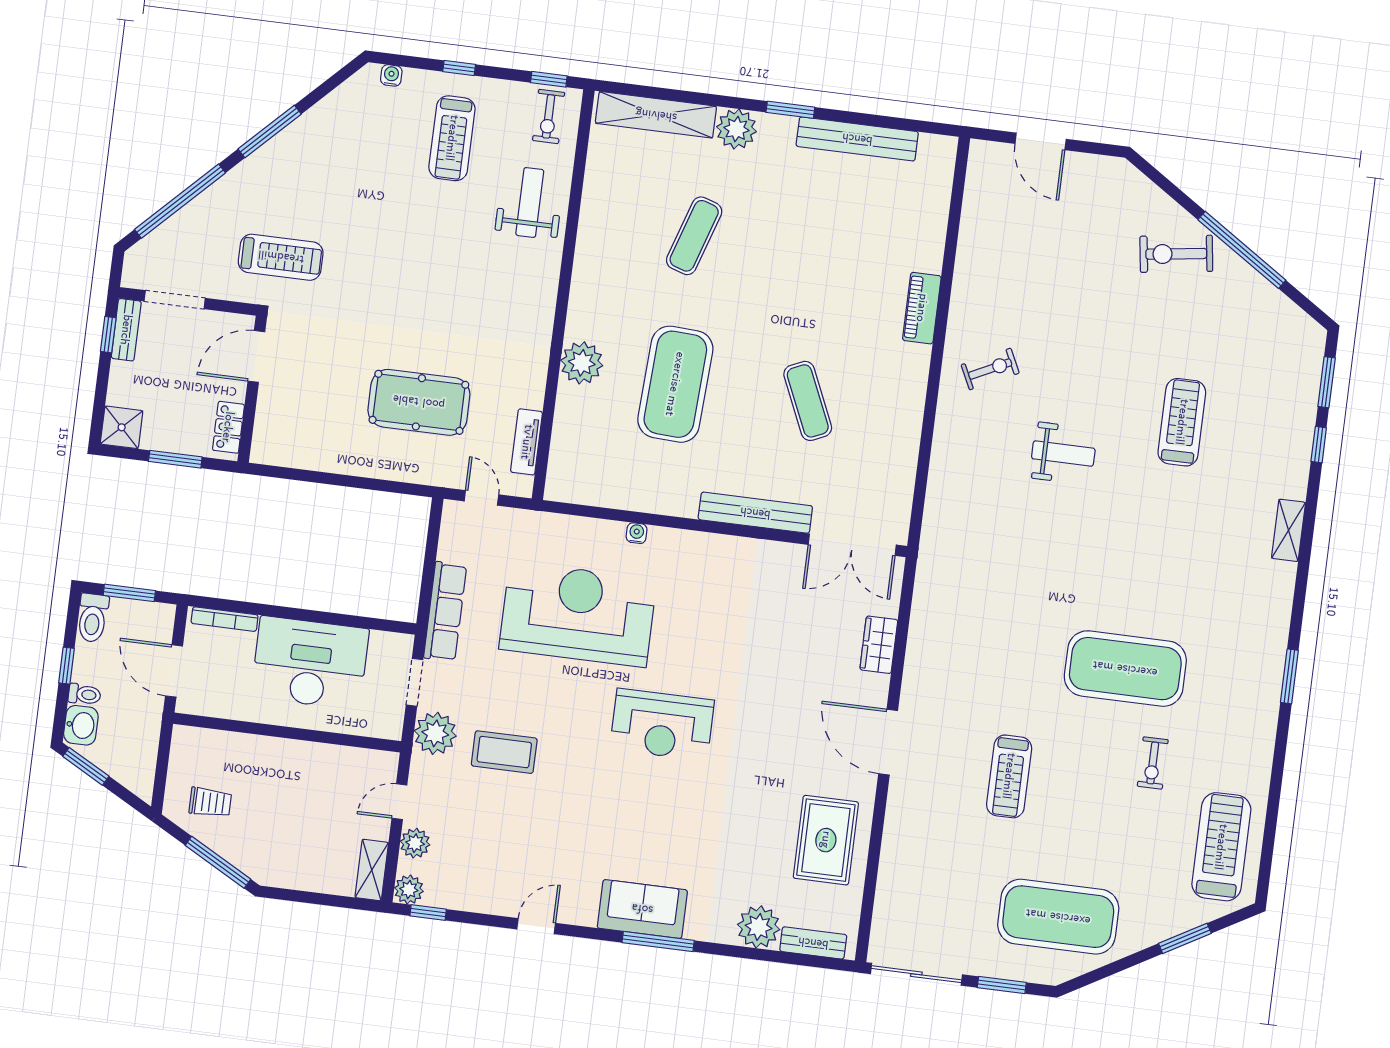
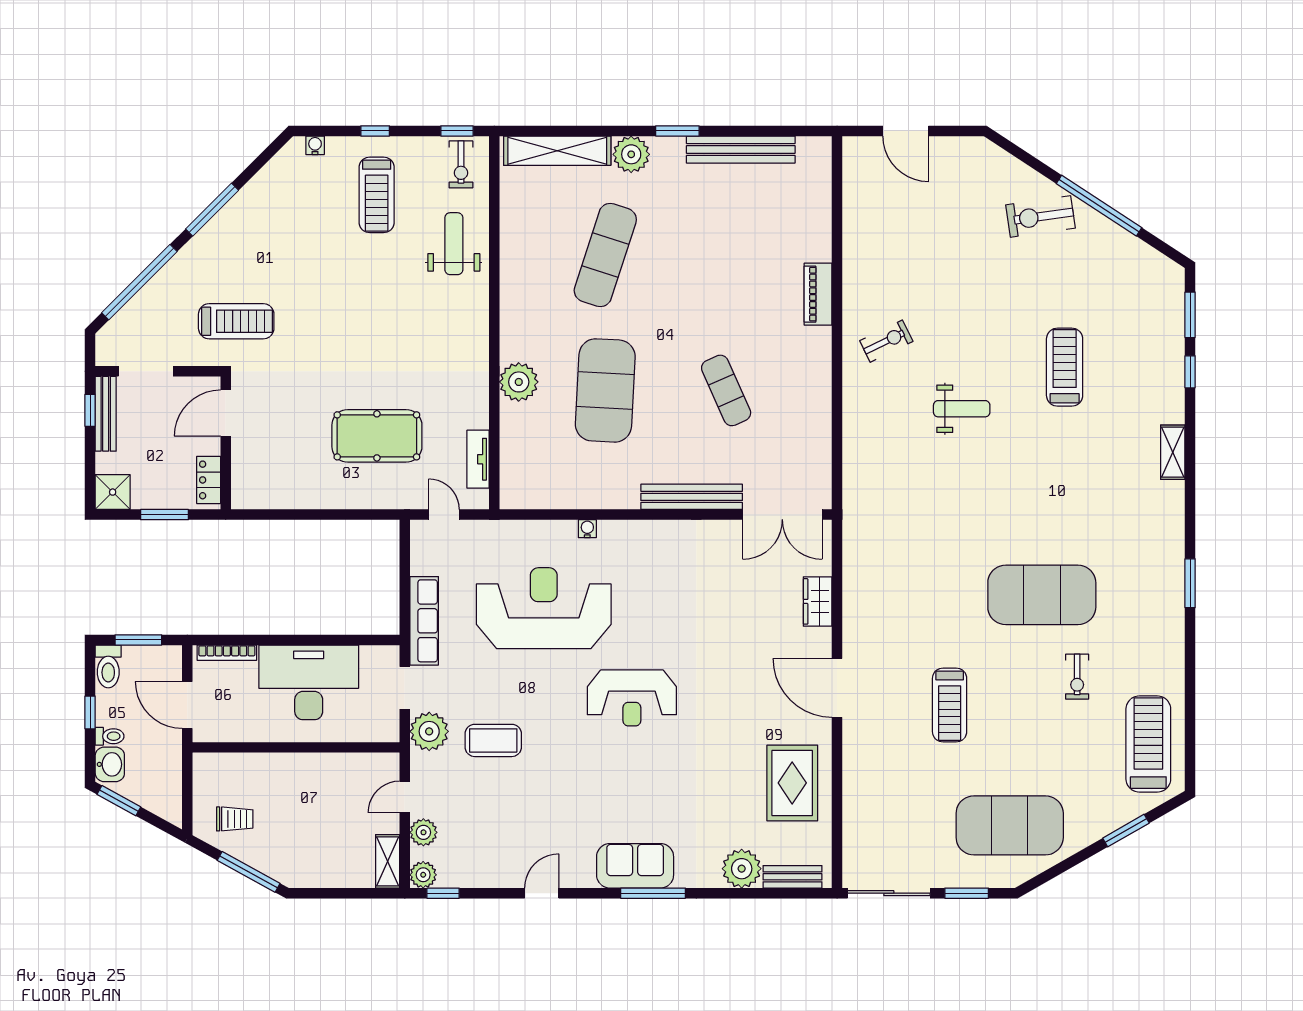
exercise mat: (694, 236) -> (605, 255), width x1.36, depth x1.45
bench: (126, 330) -> (106, 414), width x1.36

